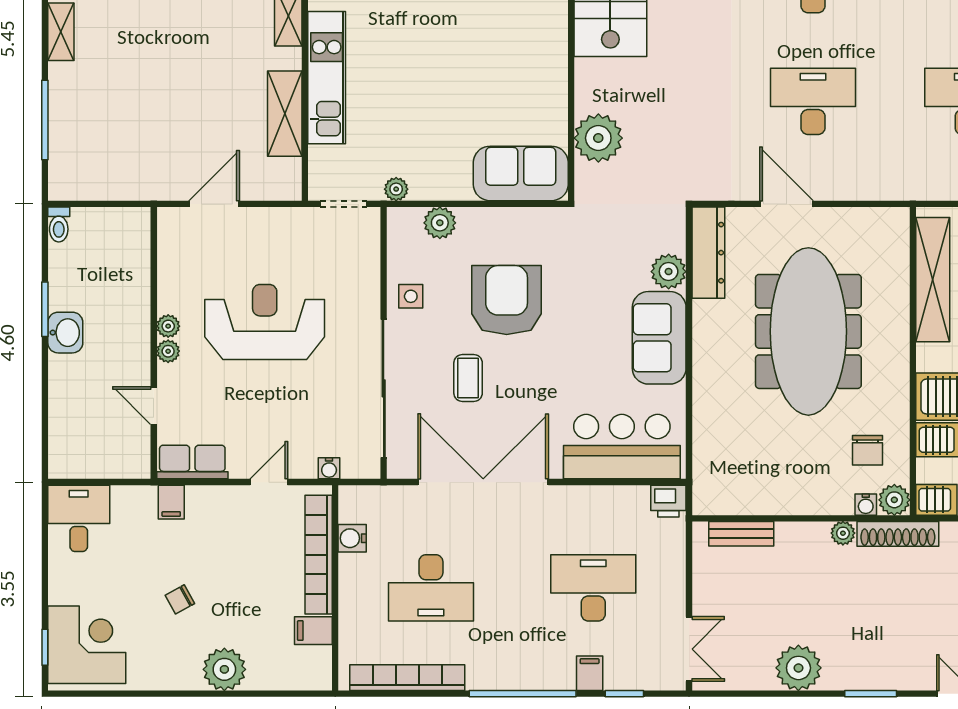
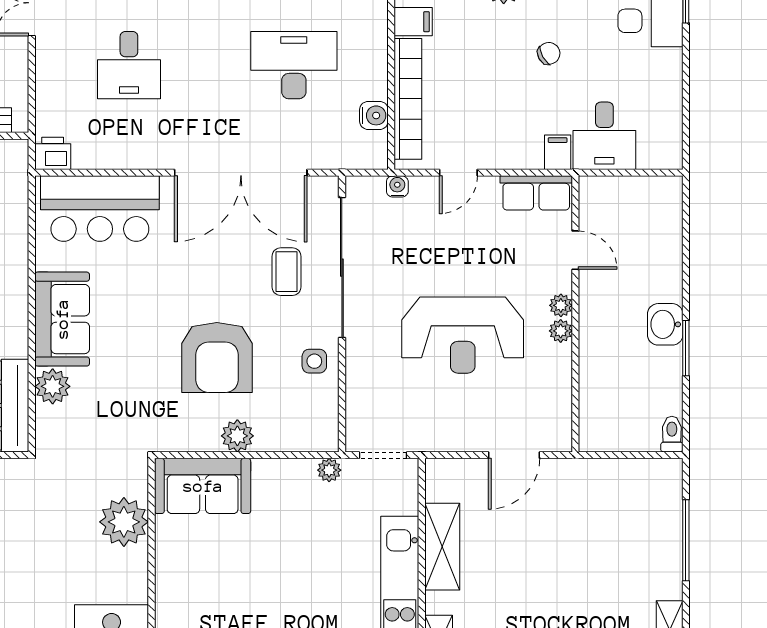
plant: (440, 223) -> (237, 436), moved
coffee table: (468, 378) -> (287, 272), moved
desk: (79, 518) -> (604, 136), moved
desk: (593, 588) -> (129, 65), width x0.73

